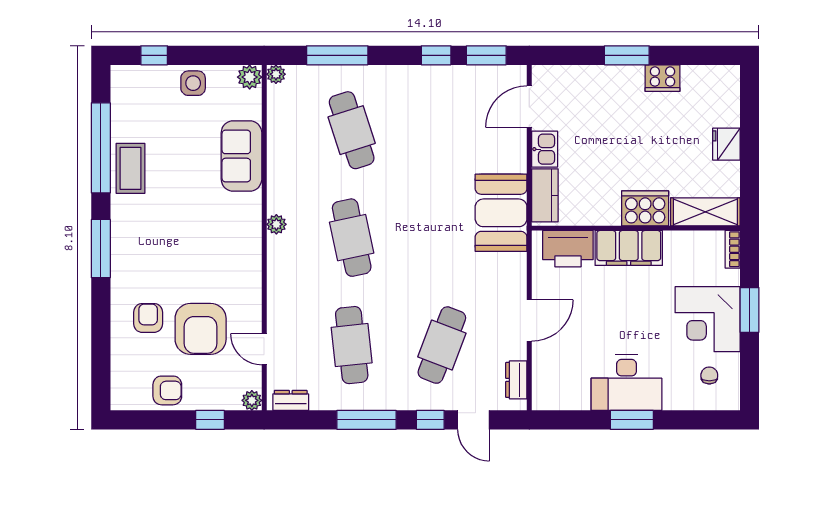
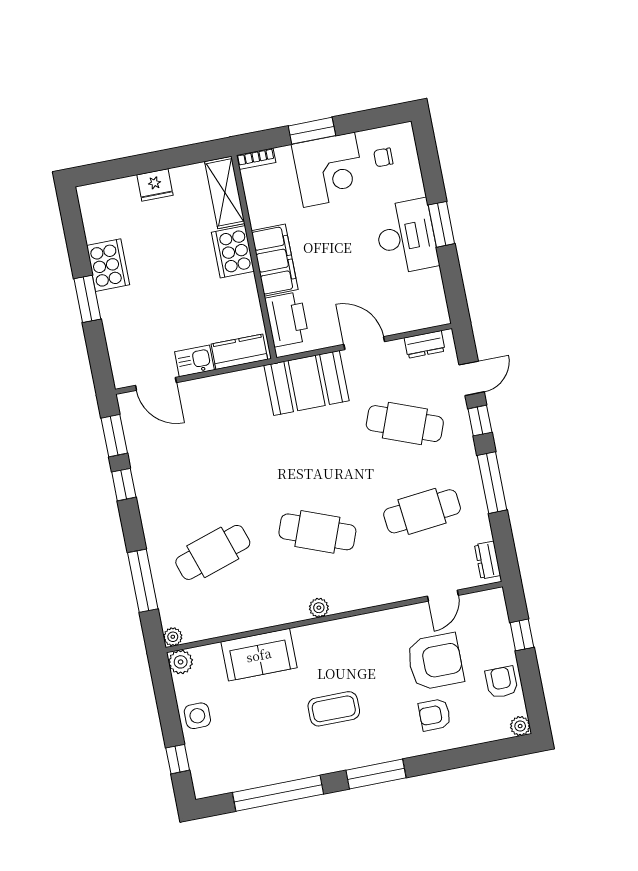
cooker: (663, 78) -> (108, 265), width x1.37, depth x1.31
coffee table: (130, 168) -> (334, 709), moved
booth: (501, 213) -> (307, 383), moved
cafe table: (352, 238) -> (317, 532), turned 33
plant: (252, 400) -> (520, 726), moved

